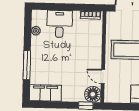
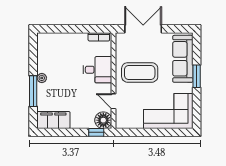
desk: (60, 24) -> (97, 70), moved, turned 90
plant: (36, 31) -> (42, 78), moved

